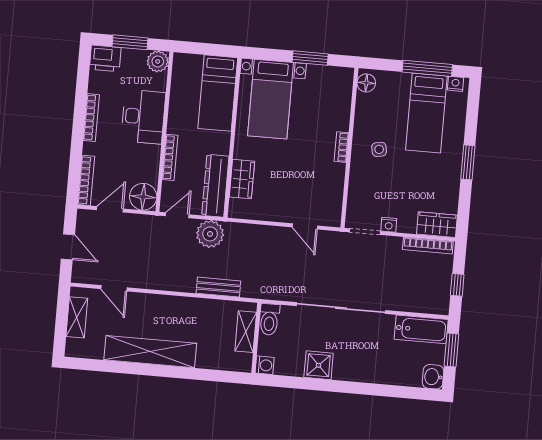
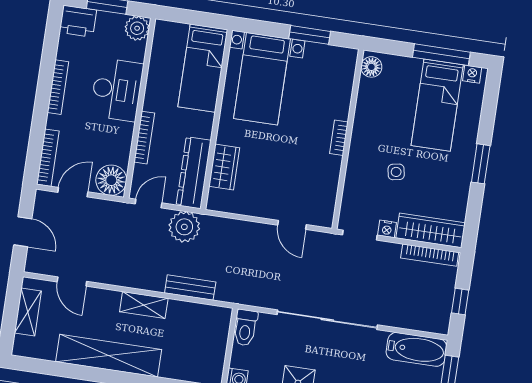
side table: (379, 149) -> (396, 172), moved
wardrobe: (437, 225) -> (431, 230), width x1.50
shelving: (246, 332) -> (144, 305), moved, turned 90

